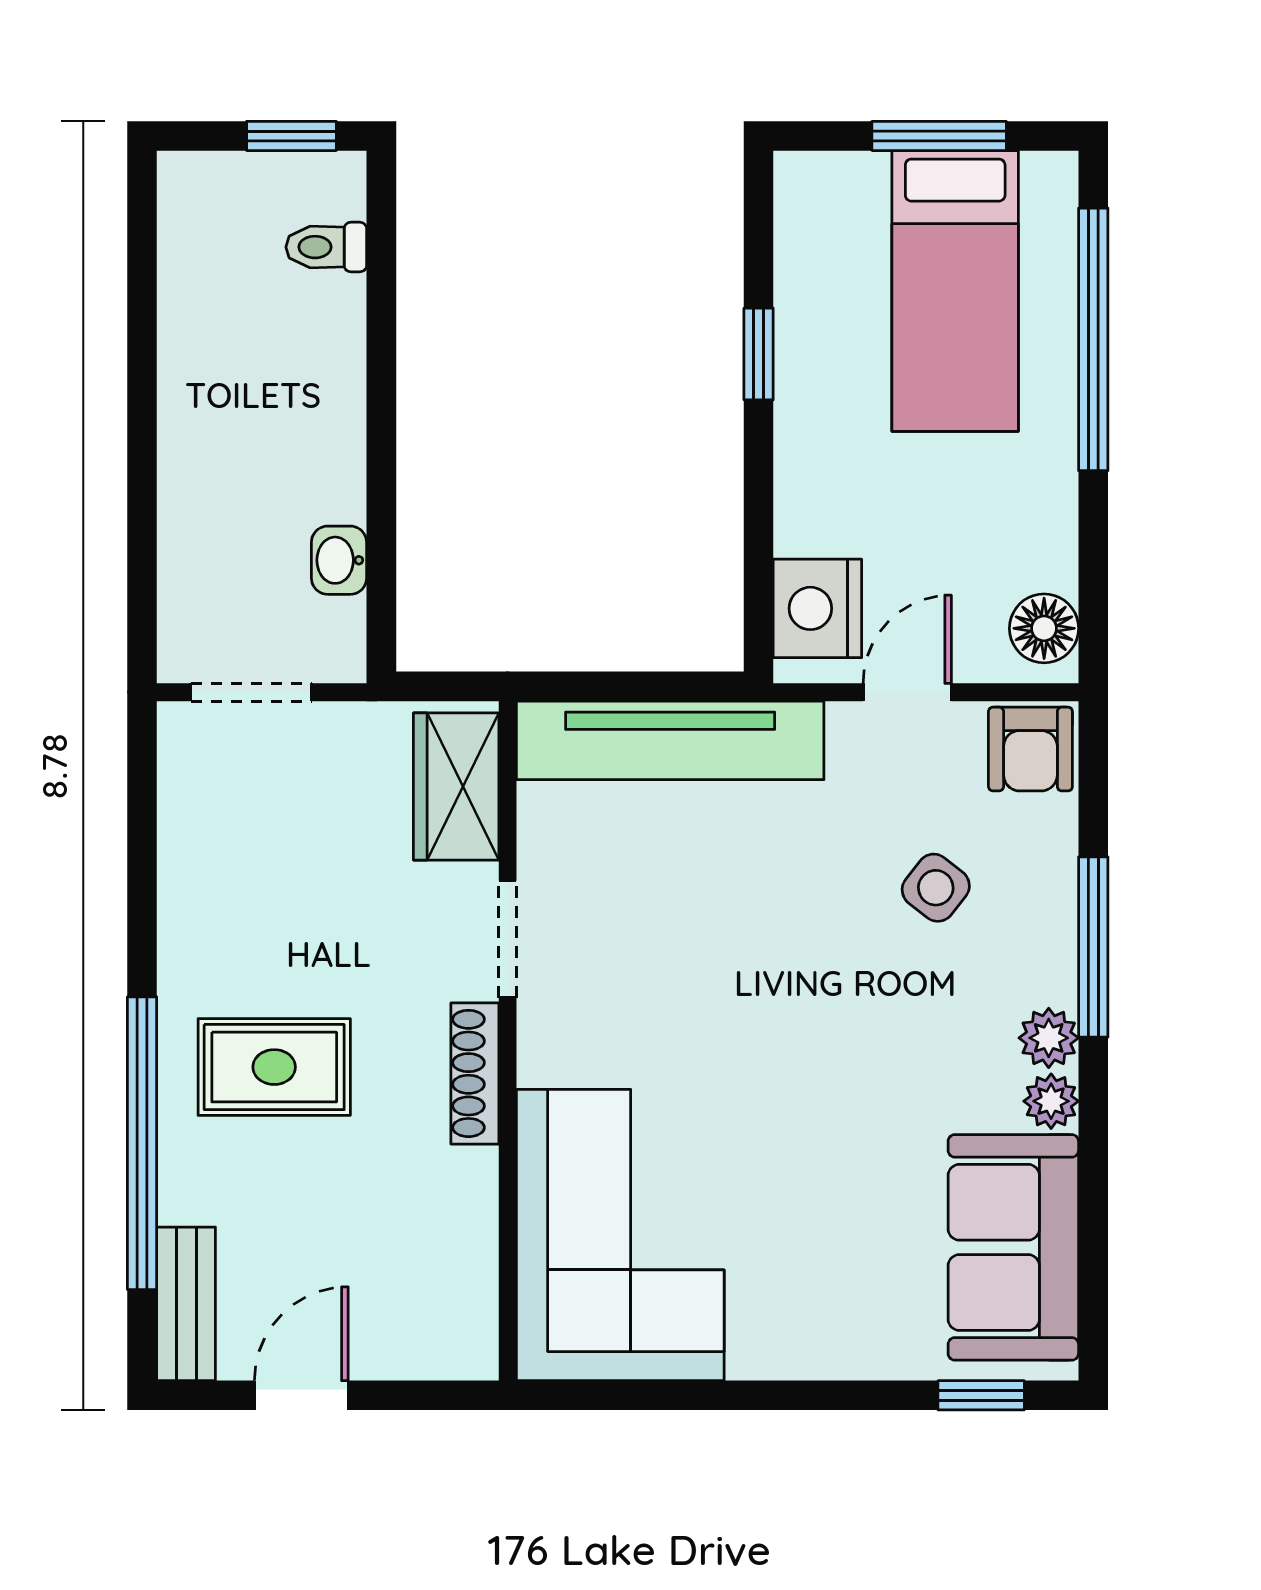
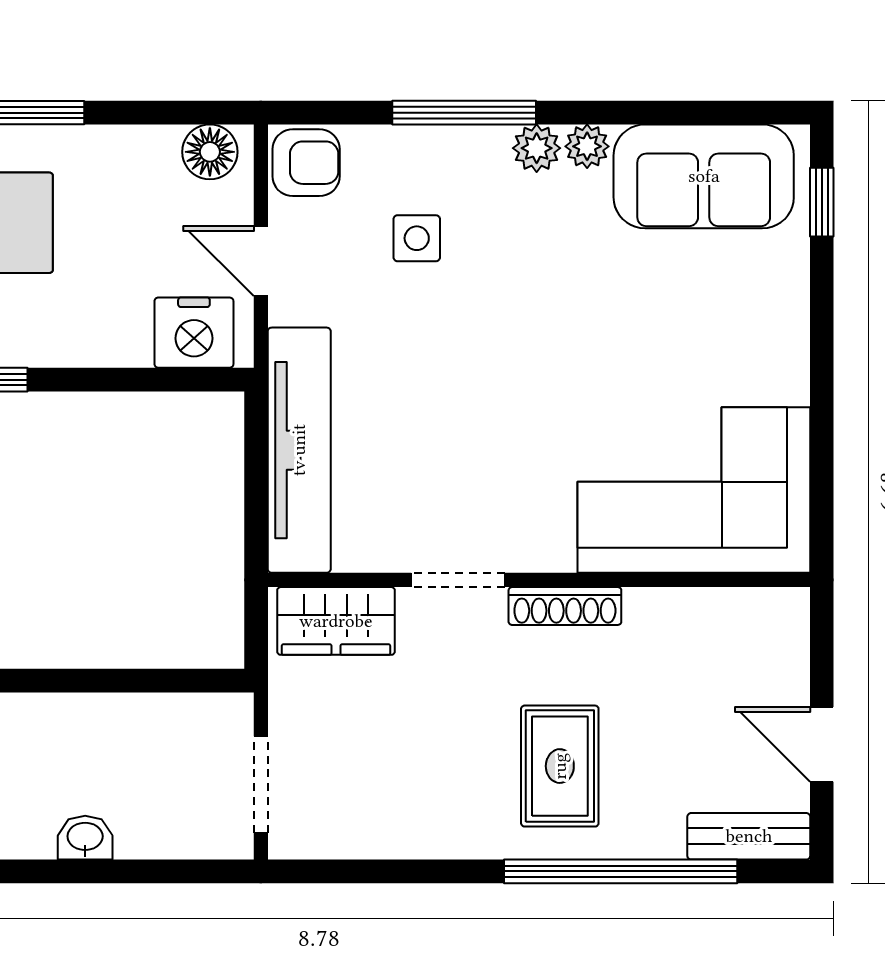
washbasin: (339, 560) -> (85, 838), moved, turned 180
side table: (936, 888) -> (417, 238), turned -38

